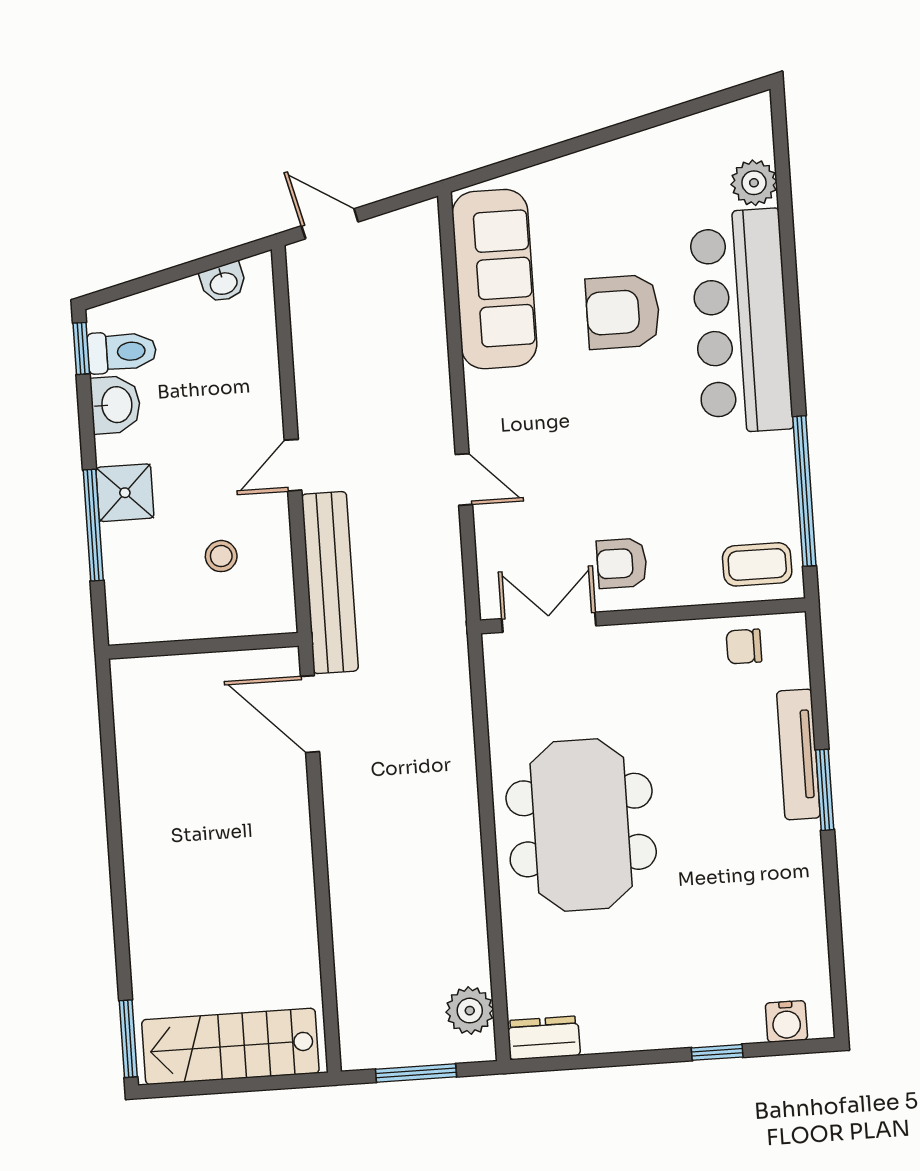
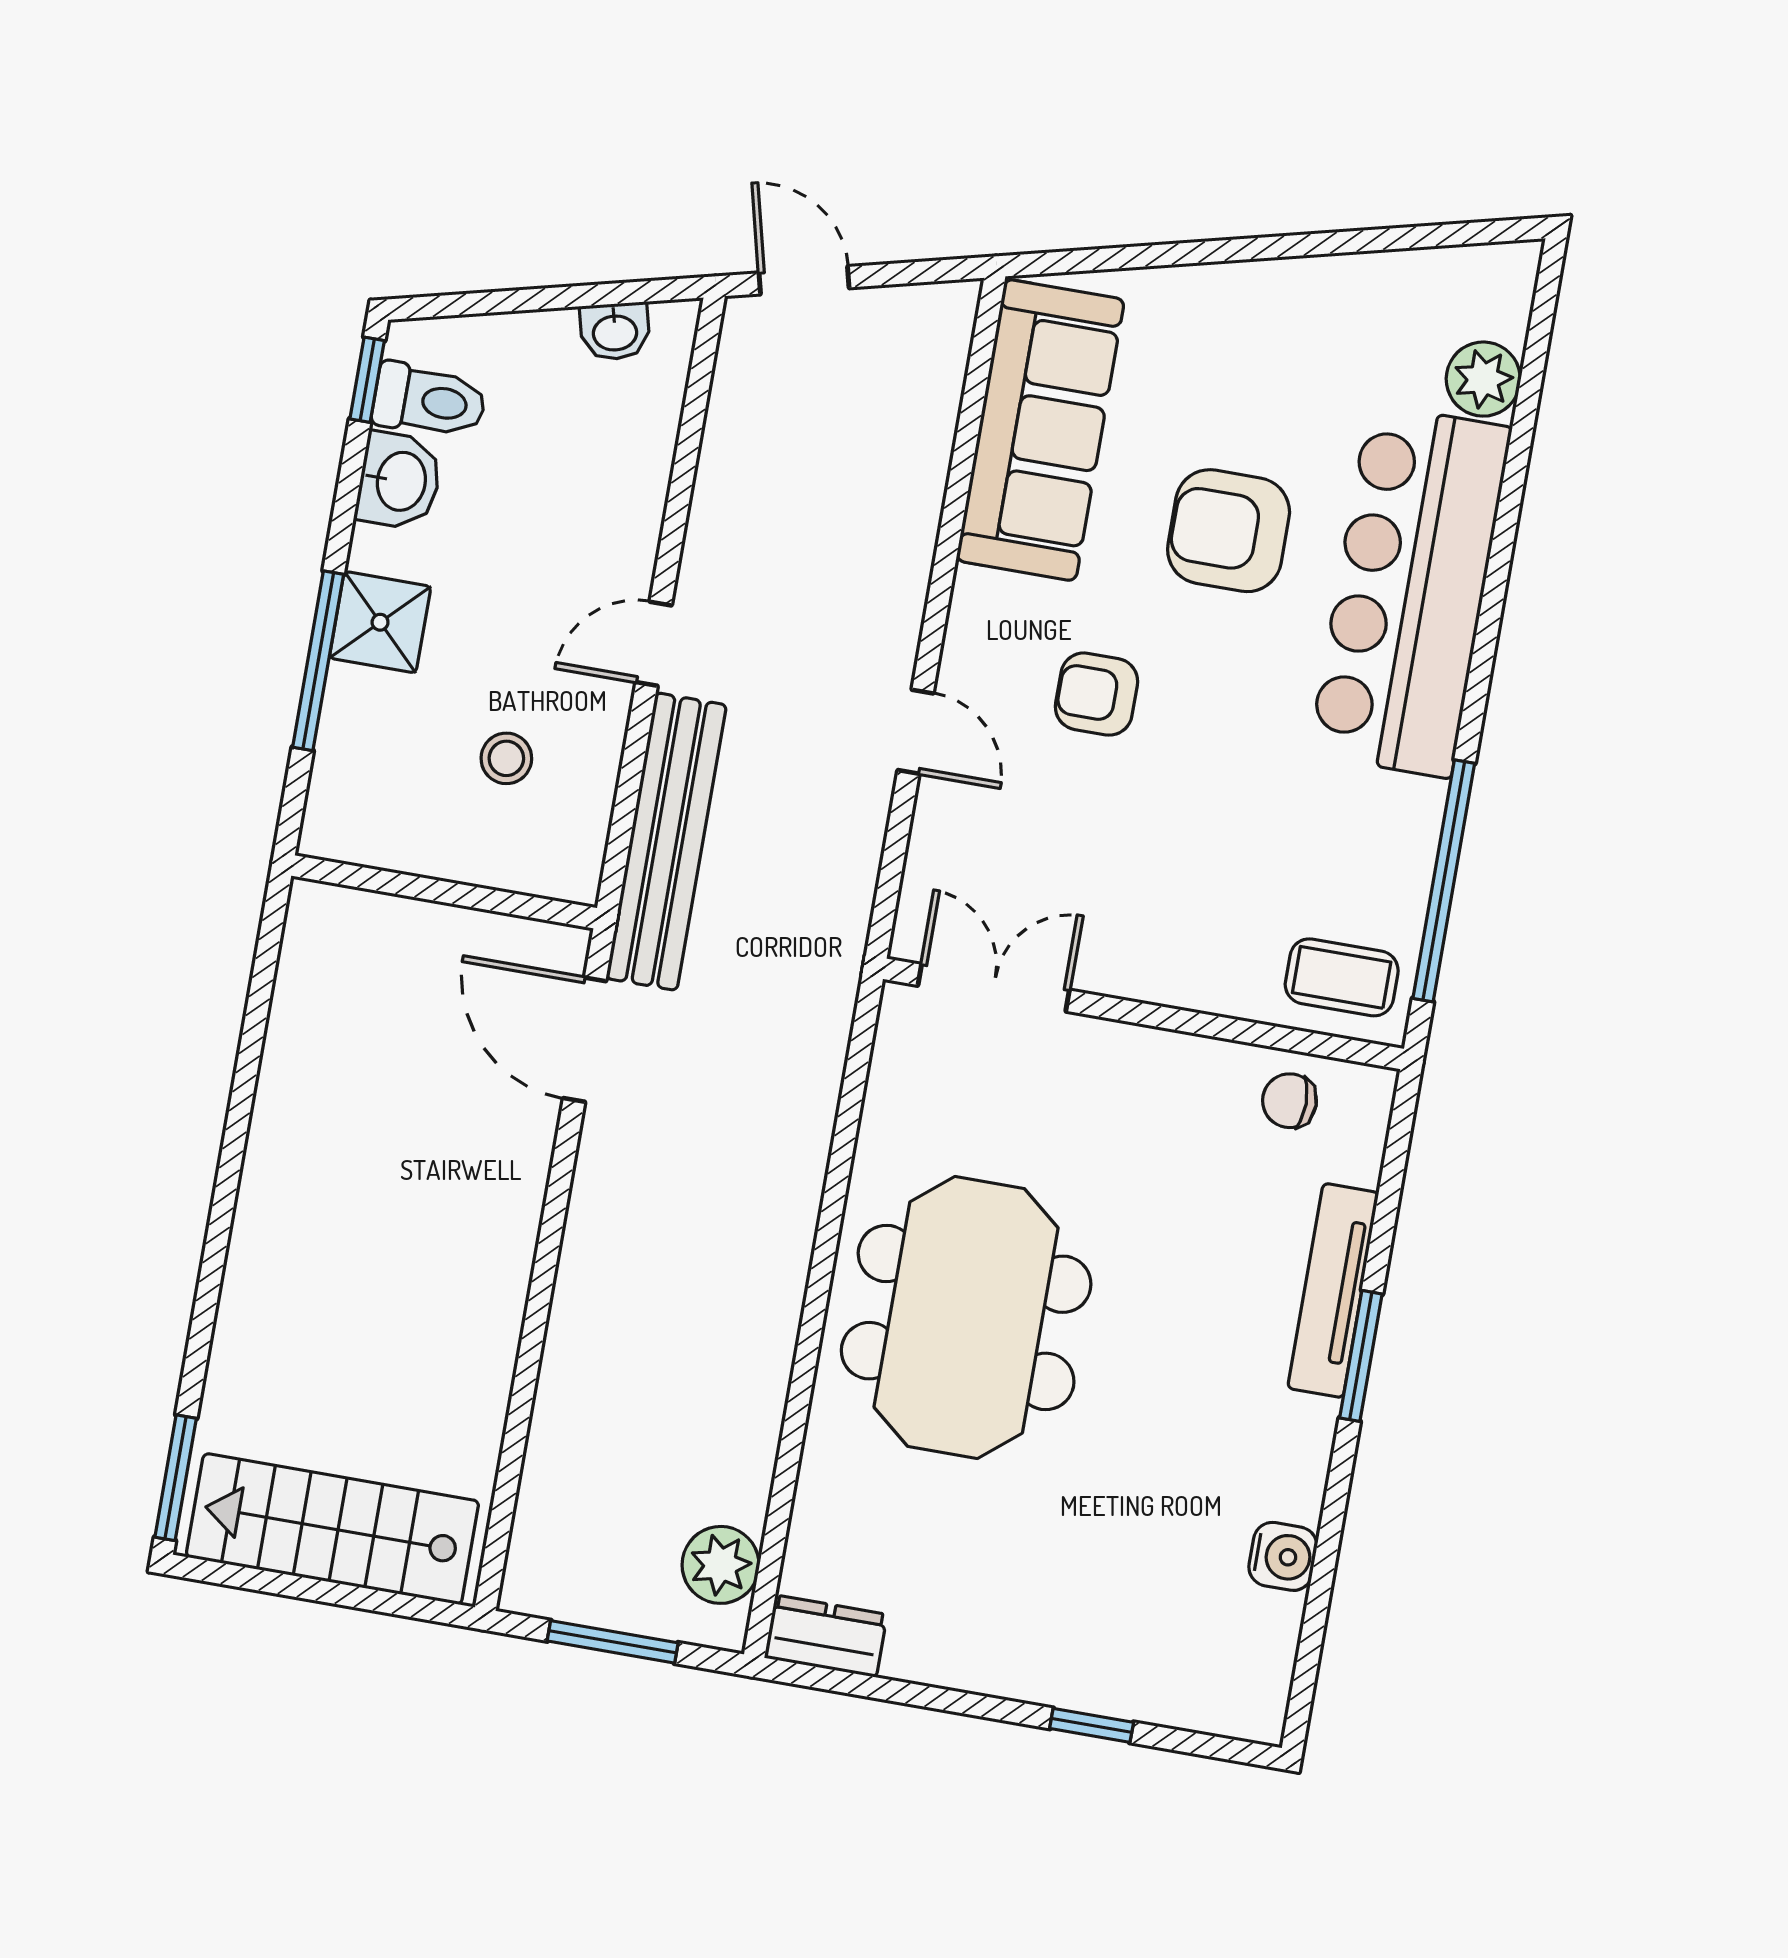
armchair: (622, 563) -> (1097, 694), moved
water cooler: (786, 1021) -> (1283, 1556), moved, turned -90

